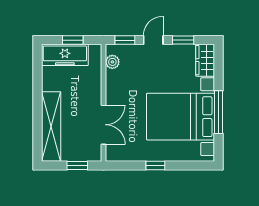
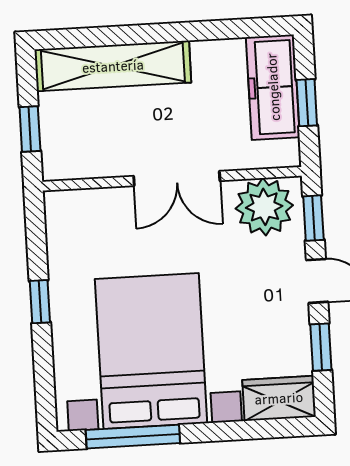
plant: (112, 62) -> (264, 207), width x1.88, depth x1.88
window: (219, 112) -> (133, 437), moved
double door: (103, 125) -> (177, 179), moved

